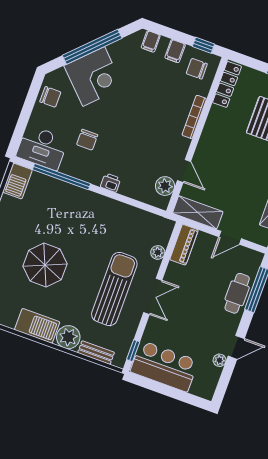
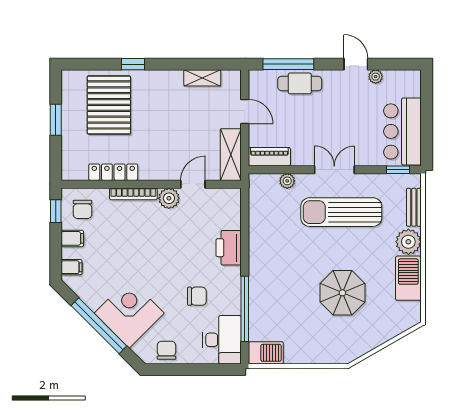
locker: (227, 84) -> (113, 172), moved
printer: (111, 183) -> (229, 248), width x1.87, depth x1.48
plant: (165, 186) -> (169, 198), moved

